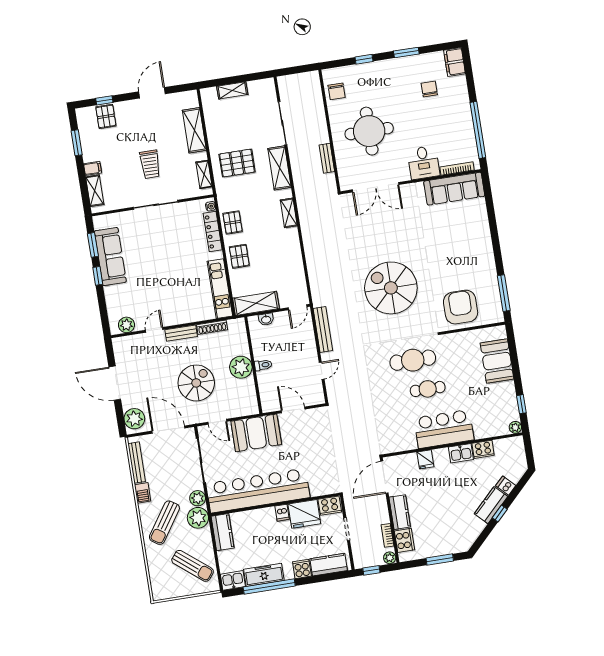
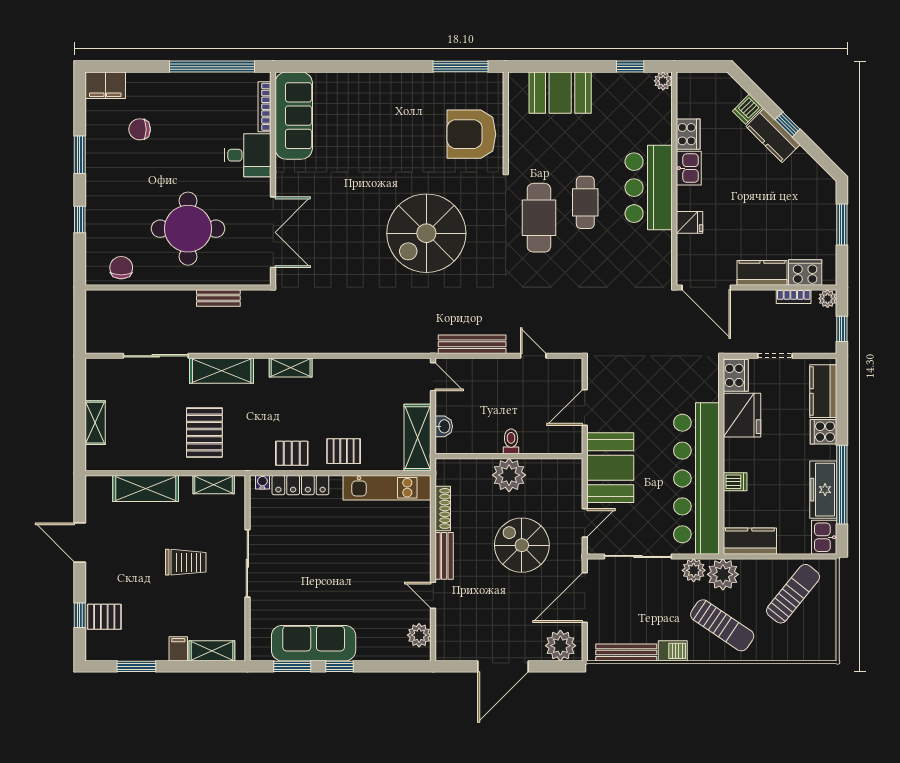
chair: (337, 91) -> (121, 268), turned -90
dishwasher: (282, 513) -> (735, 482), moved

